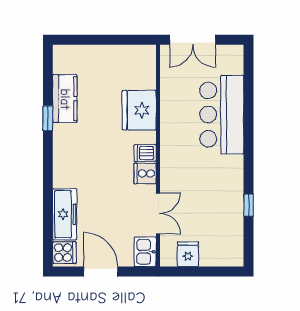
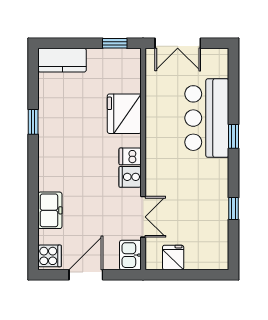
window: (130, 40) -> (115, 43), added
kitchen counter: (65, 99) -> (62, 60), moved, turned 90
window: (249, 133) -> (234, 136), added
freezer: (65, 214) -> (50, 210), width x0.71
door: (101, 272) -> (86, 275), hinge flipped

